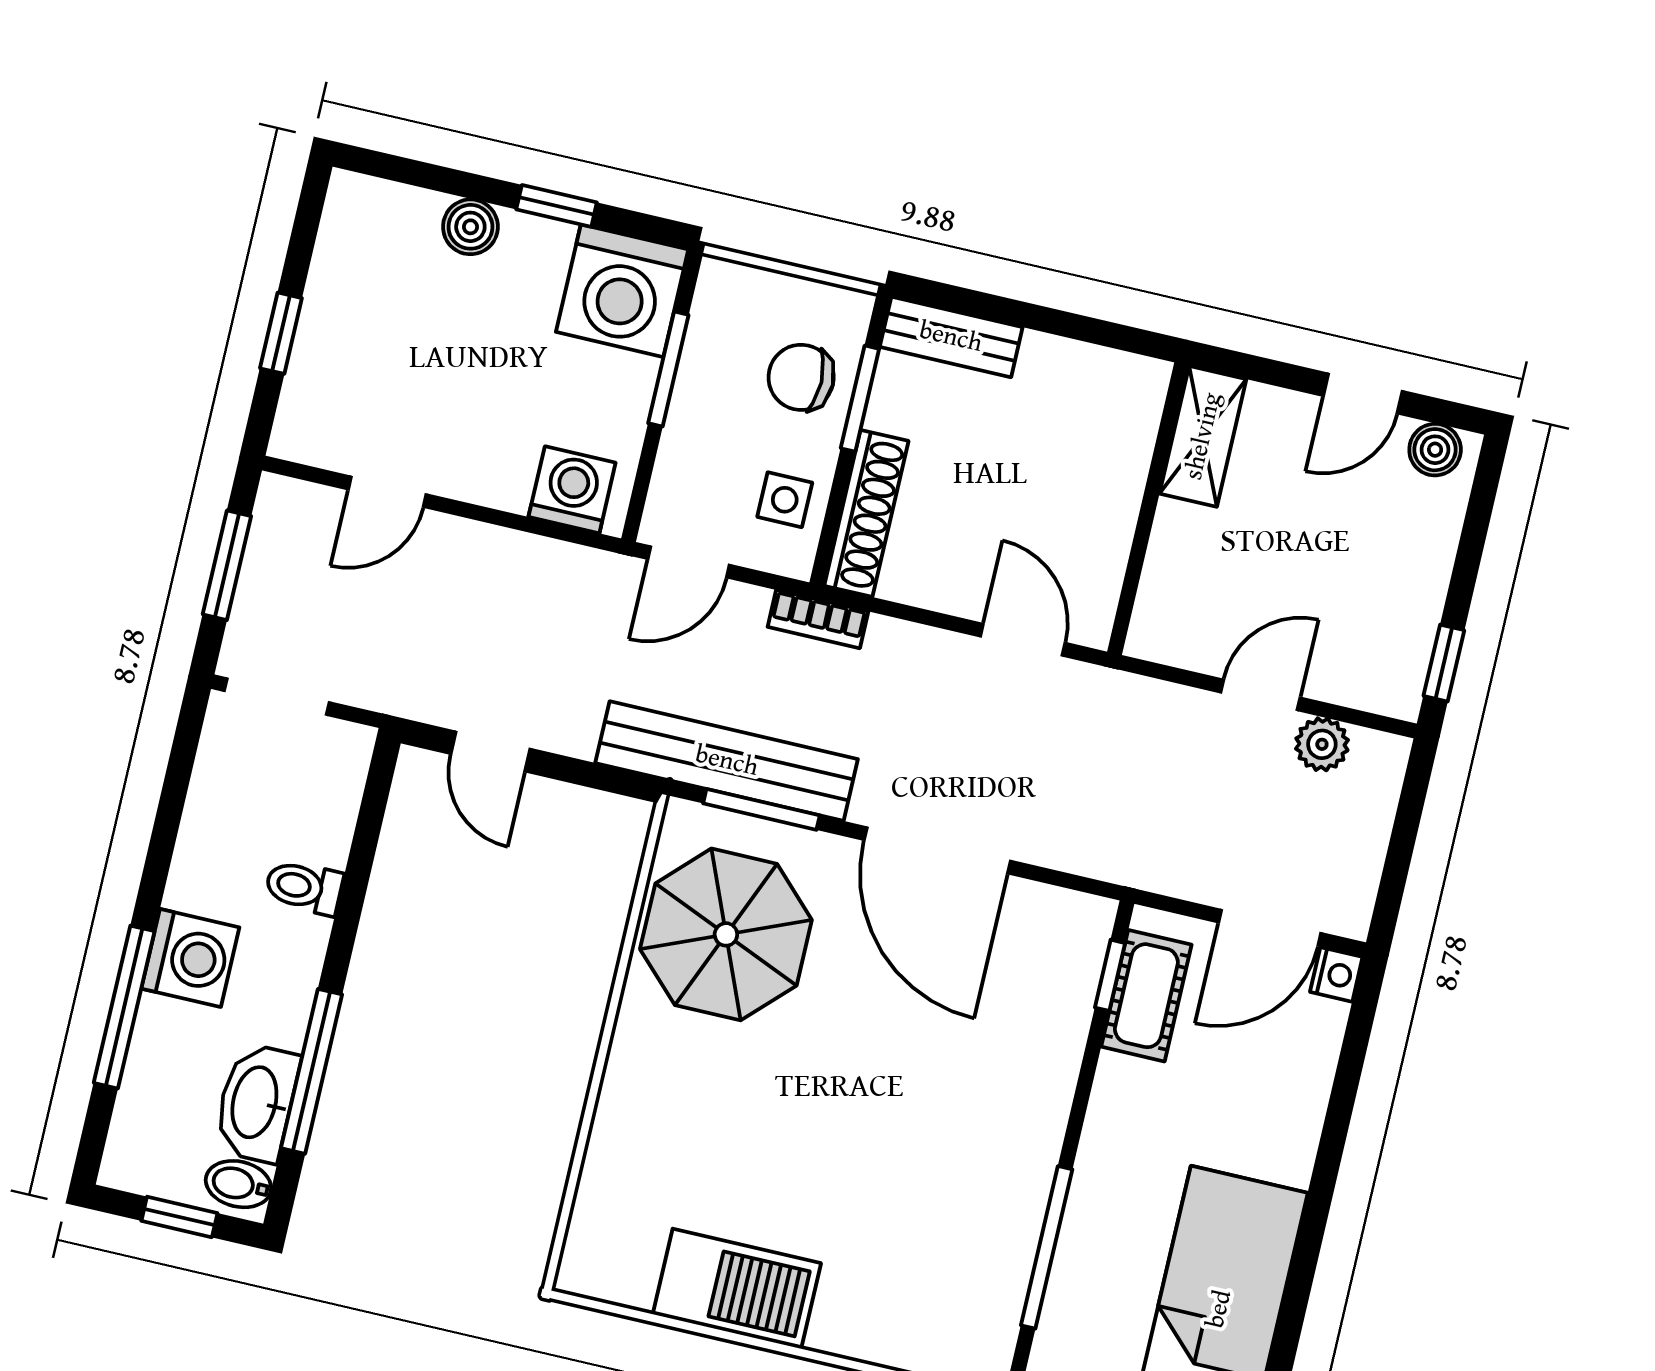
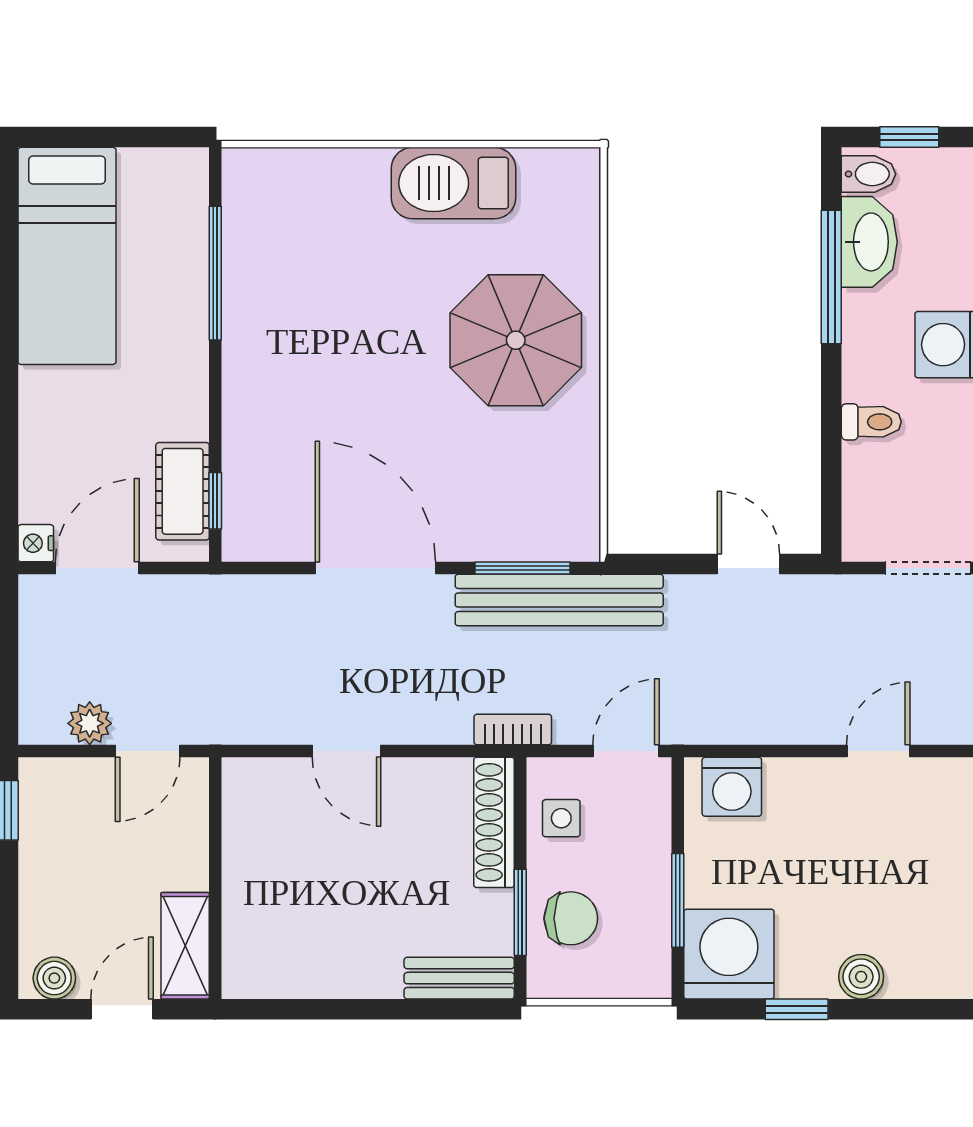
shelving: (1203, 436) -> (185, 946), moved
wall: (1148, 509) -> (215, 878), moved
parasol: (726, 934) -> (516, 340), moved

